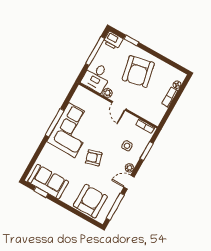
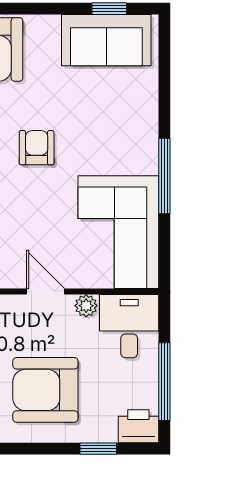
armchair: (138, 71) -> (45, 390), turned -78
corner sofa: (72, 130) -> (118, 232), moved
armchair: (94, 158) -> (37, 148), turned -74

